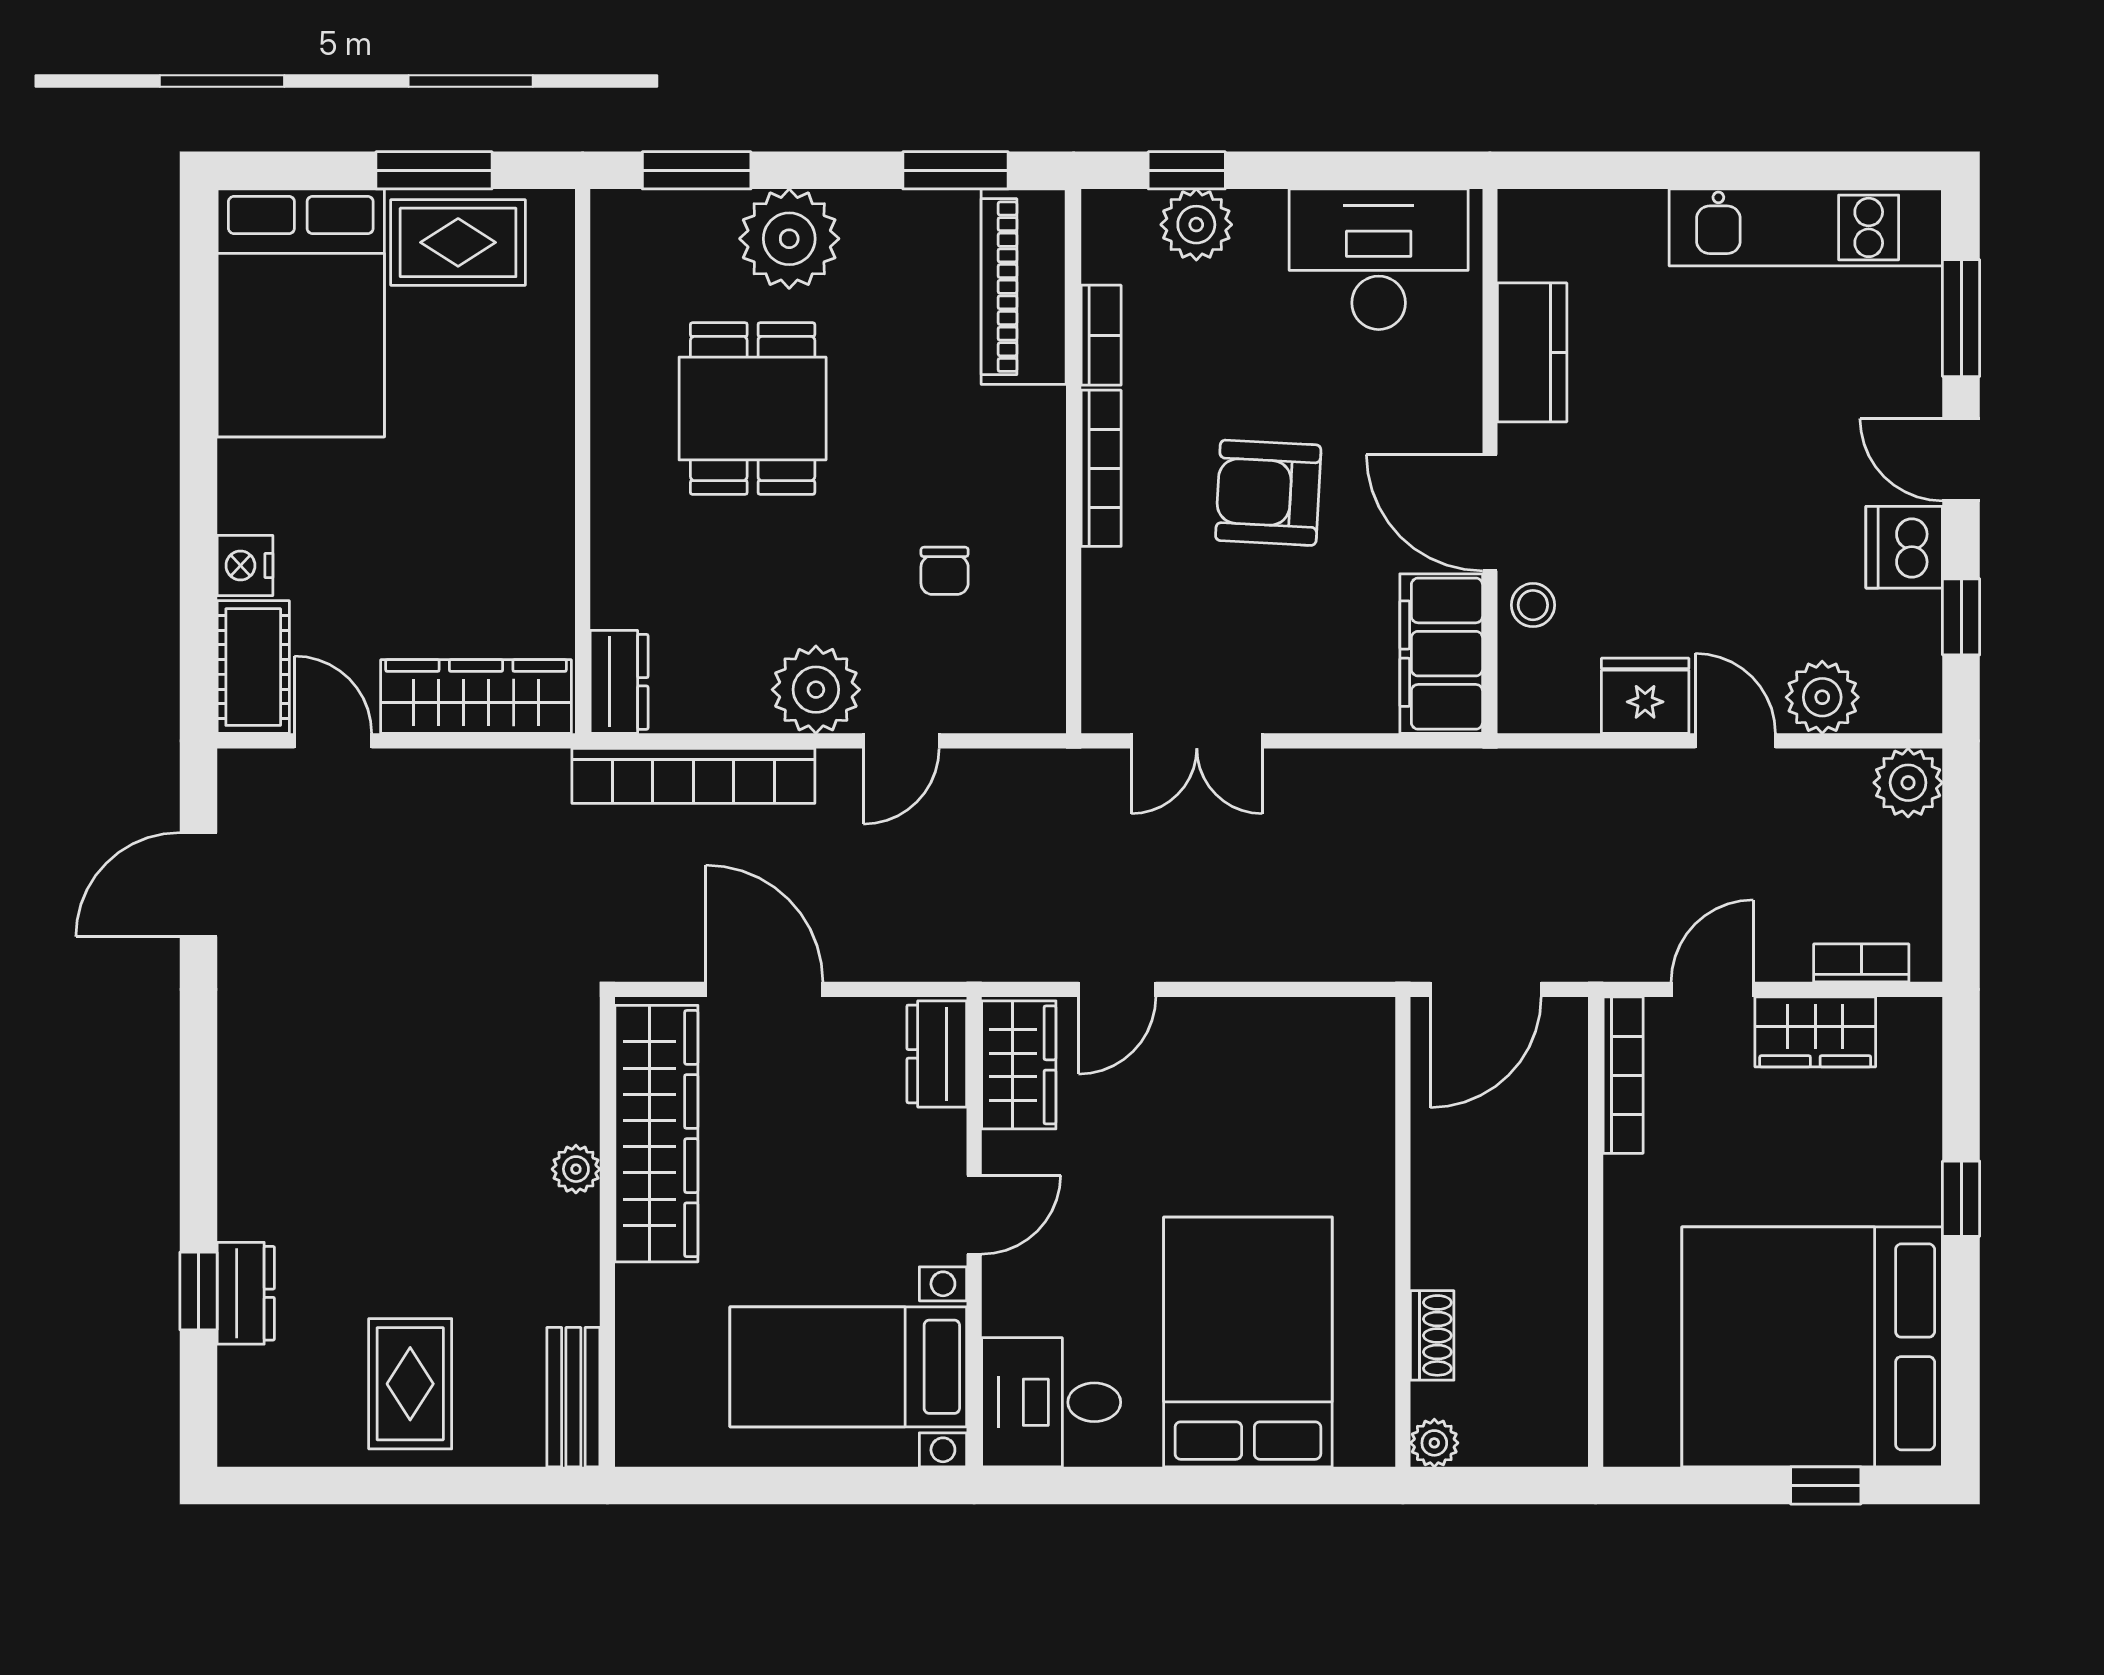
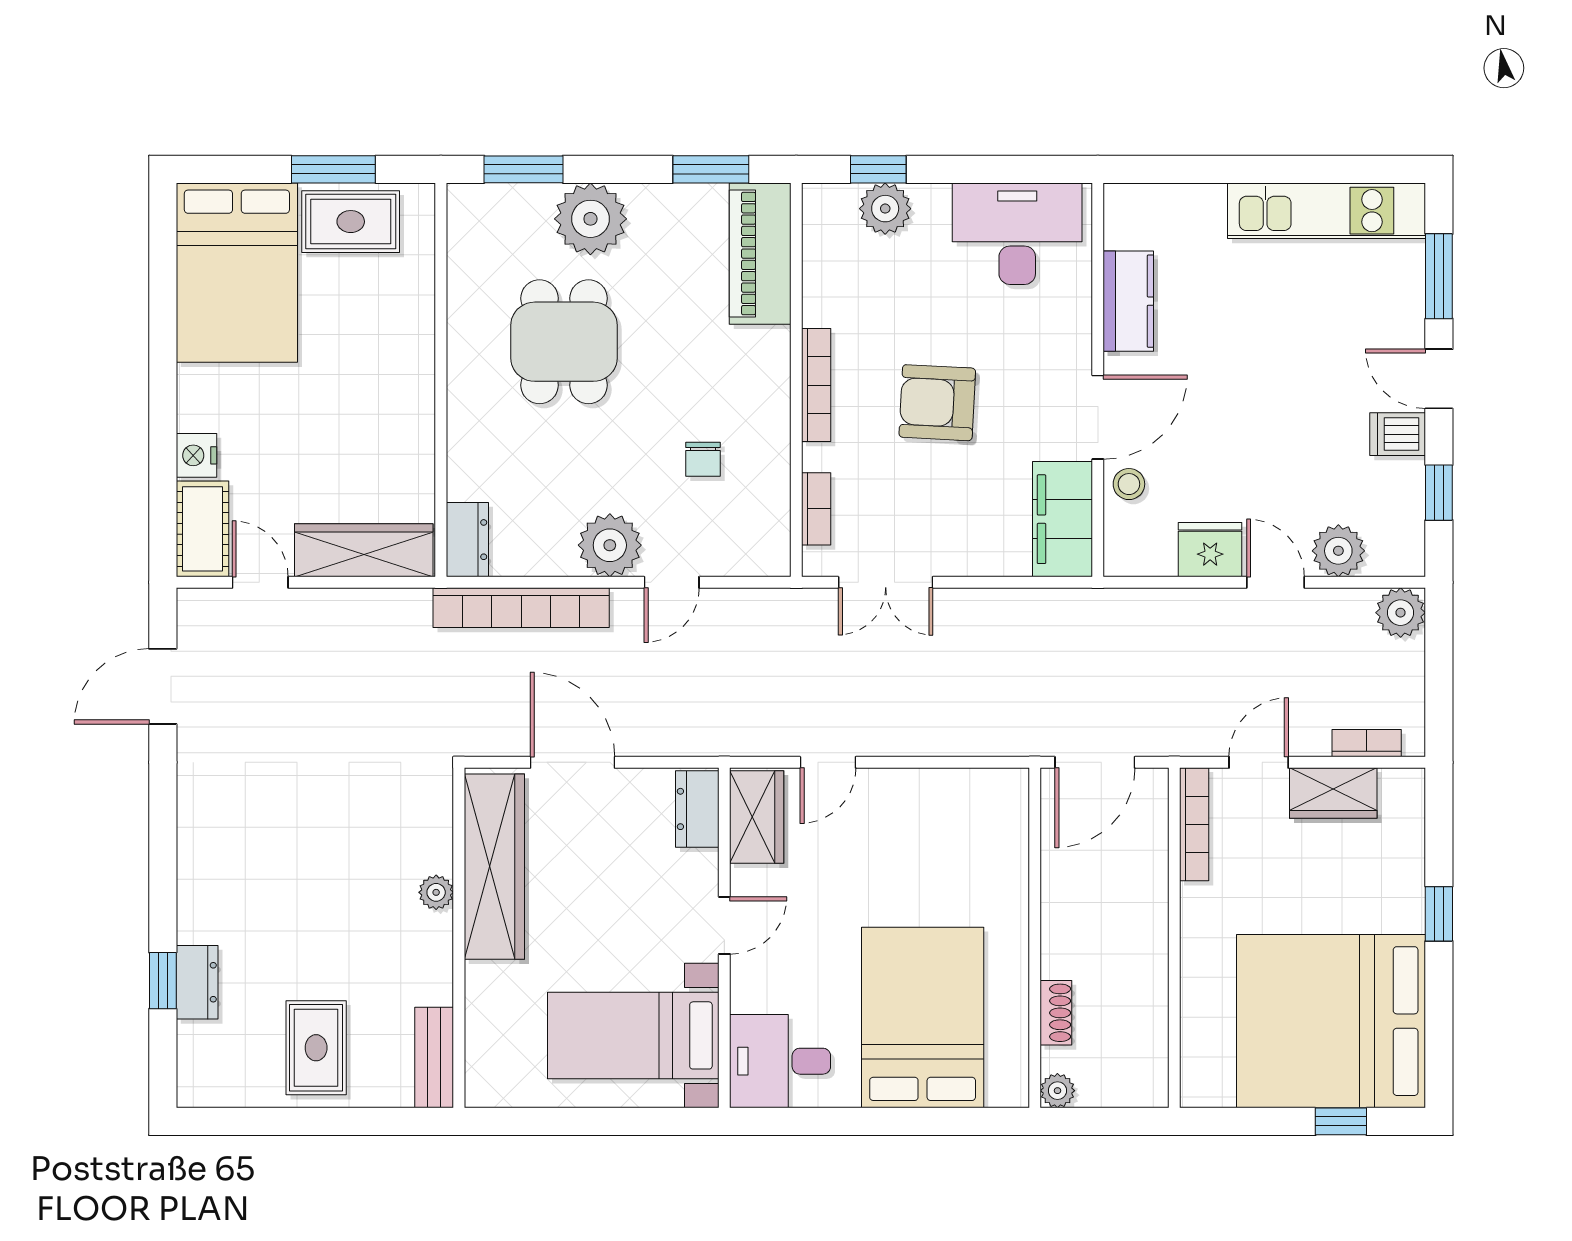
bookcase: (1101, 335) -> (816, 509), moved
door: (1490, 513) -> (1098, 417), swing flipped
dishwasher: (1904, 547) -> (1398, 434), width x0.73

